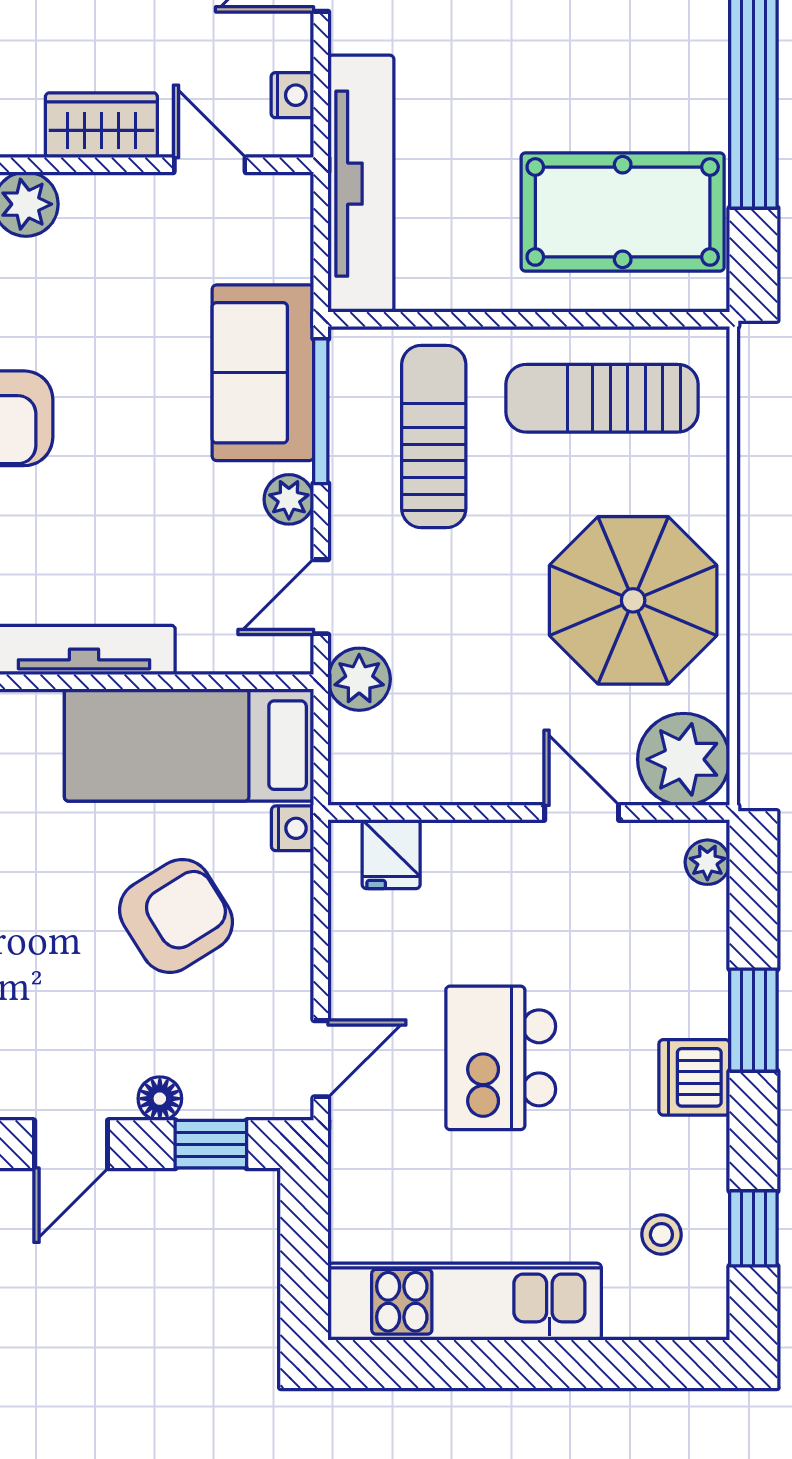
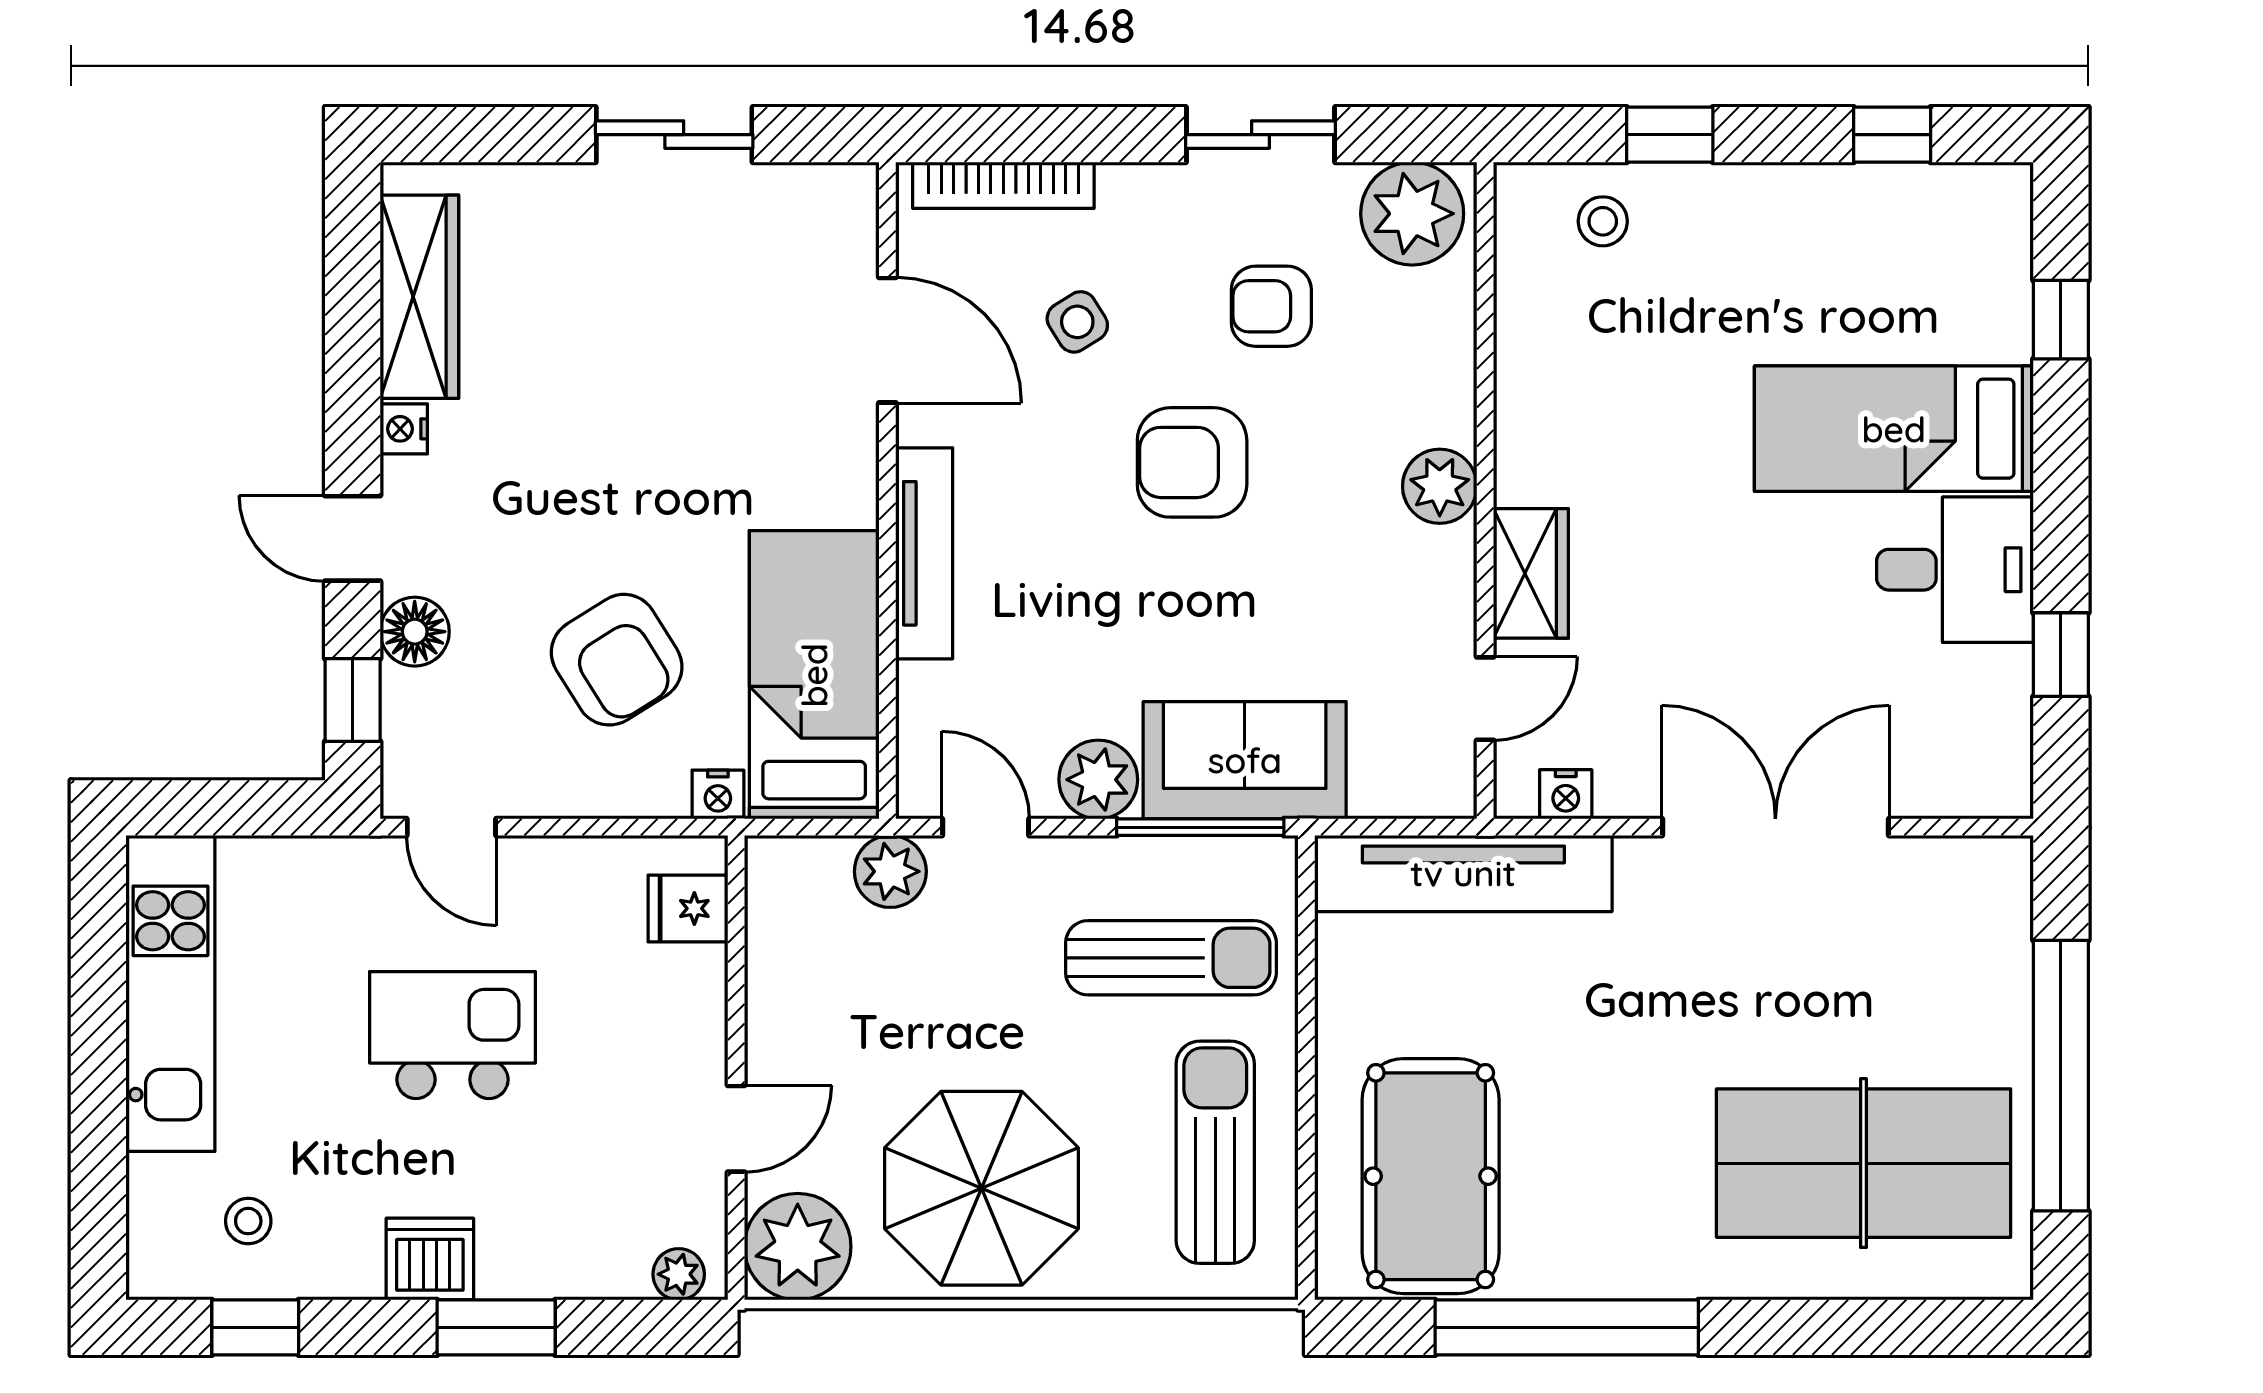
plant: (289, 499) -> (1098, 780), width x1.38, depth x1.38
floor lamp: (160, 1099) -> (415, 632), width x1.37, depth x1.37

